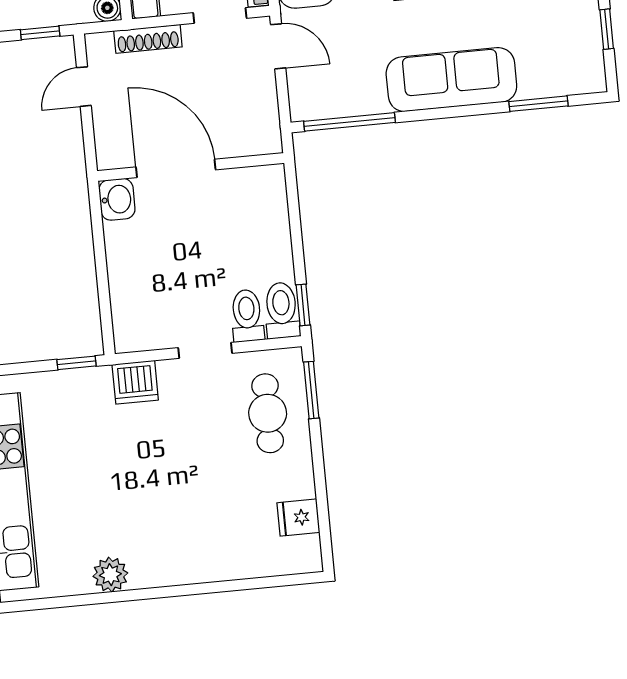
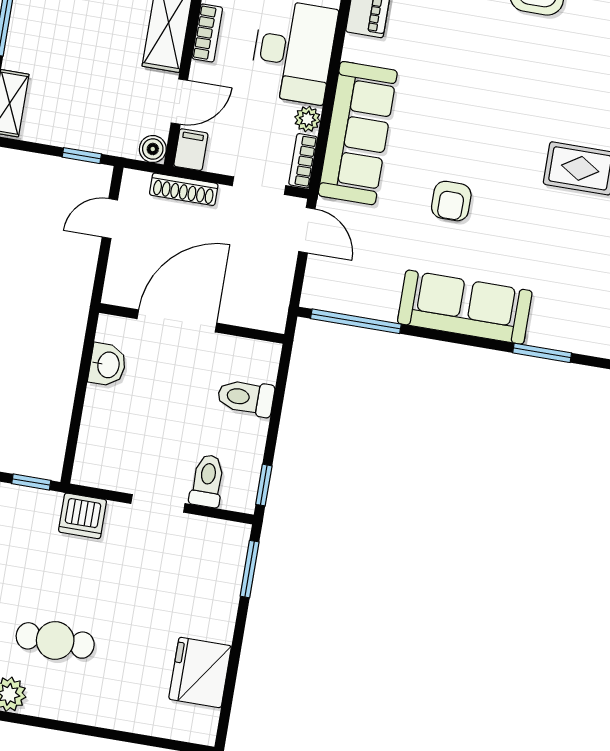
door: (176, 168) -> (177, 321), hinge flipped
washbasin: (117, 199) -> (107, 365), moved
toilet: (282, 310) -> (246, 398), moved, turned -90
cafe table: (268, 413) -> (55, 640), moved, turned 90
fridge: (298, 518) -> (200, 672), width x1.88, depth x1.34

